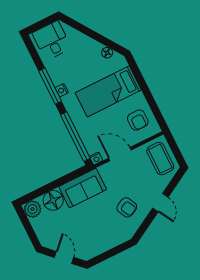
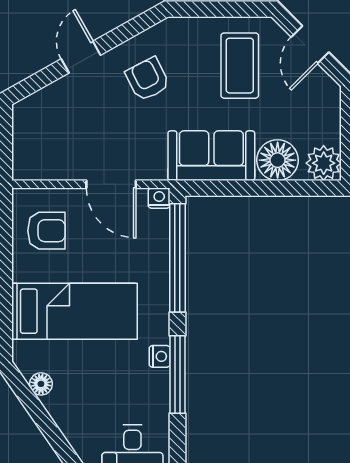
armchair: (138, 120) -> (46, 231), turned 90
coffee table: (160, 159) -> (240, 66), moved

